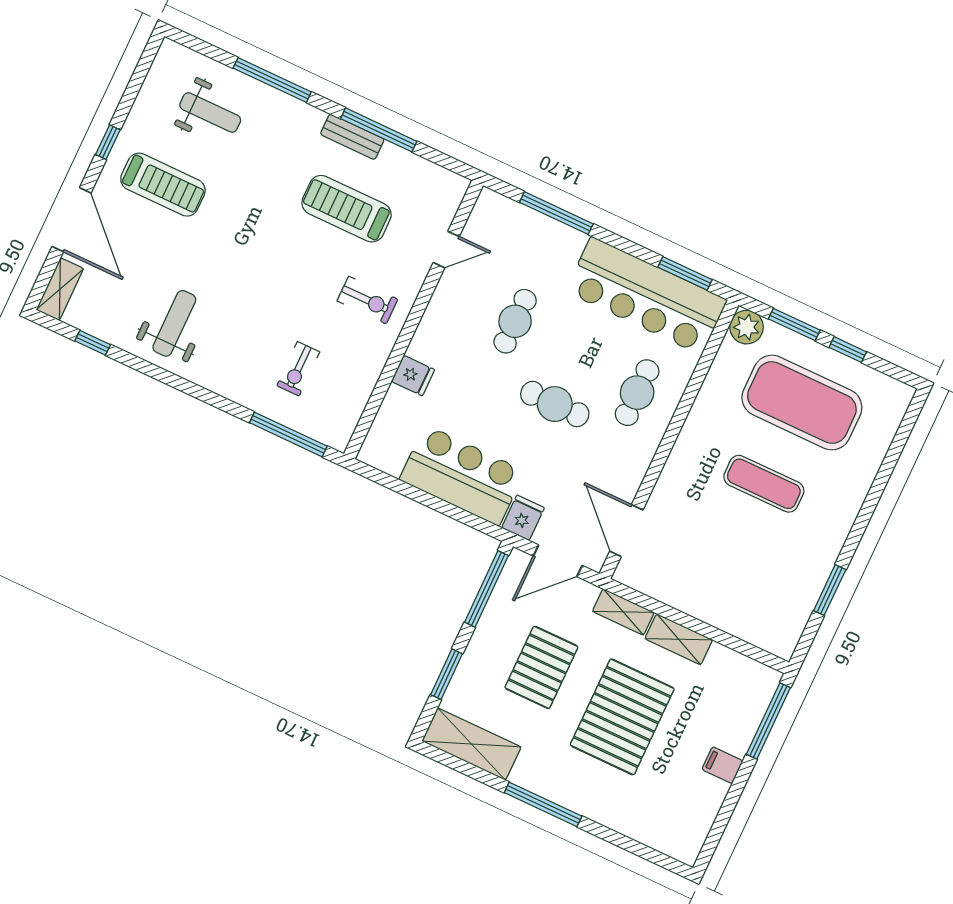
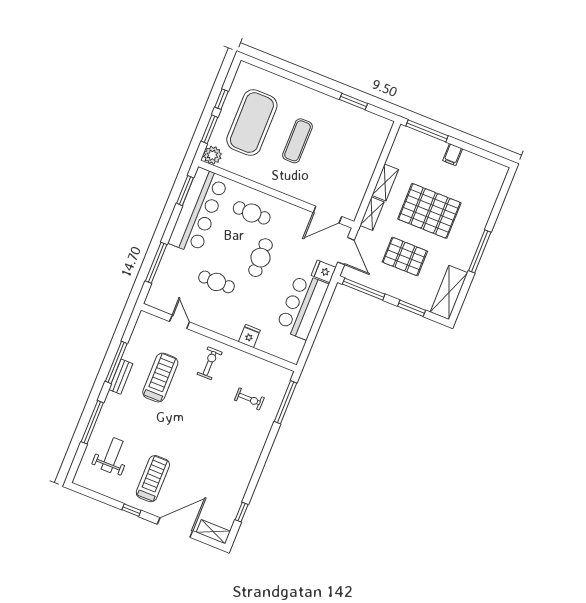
treadmill: (347, 209) -> (160, 378), turned 180
weight bench: (174, 323) -> (228, 468), removed

